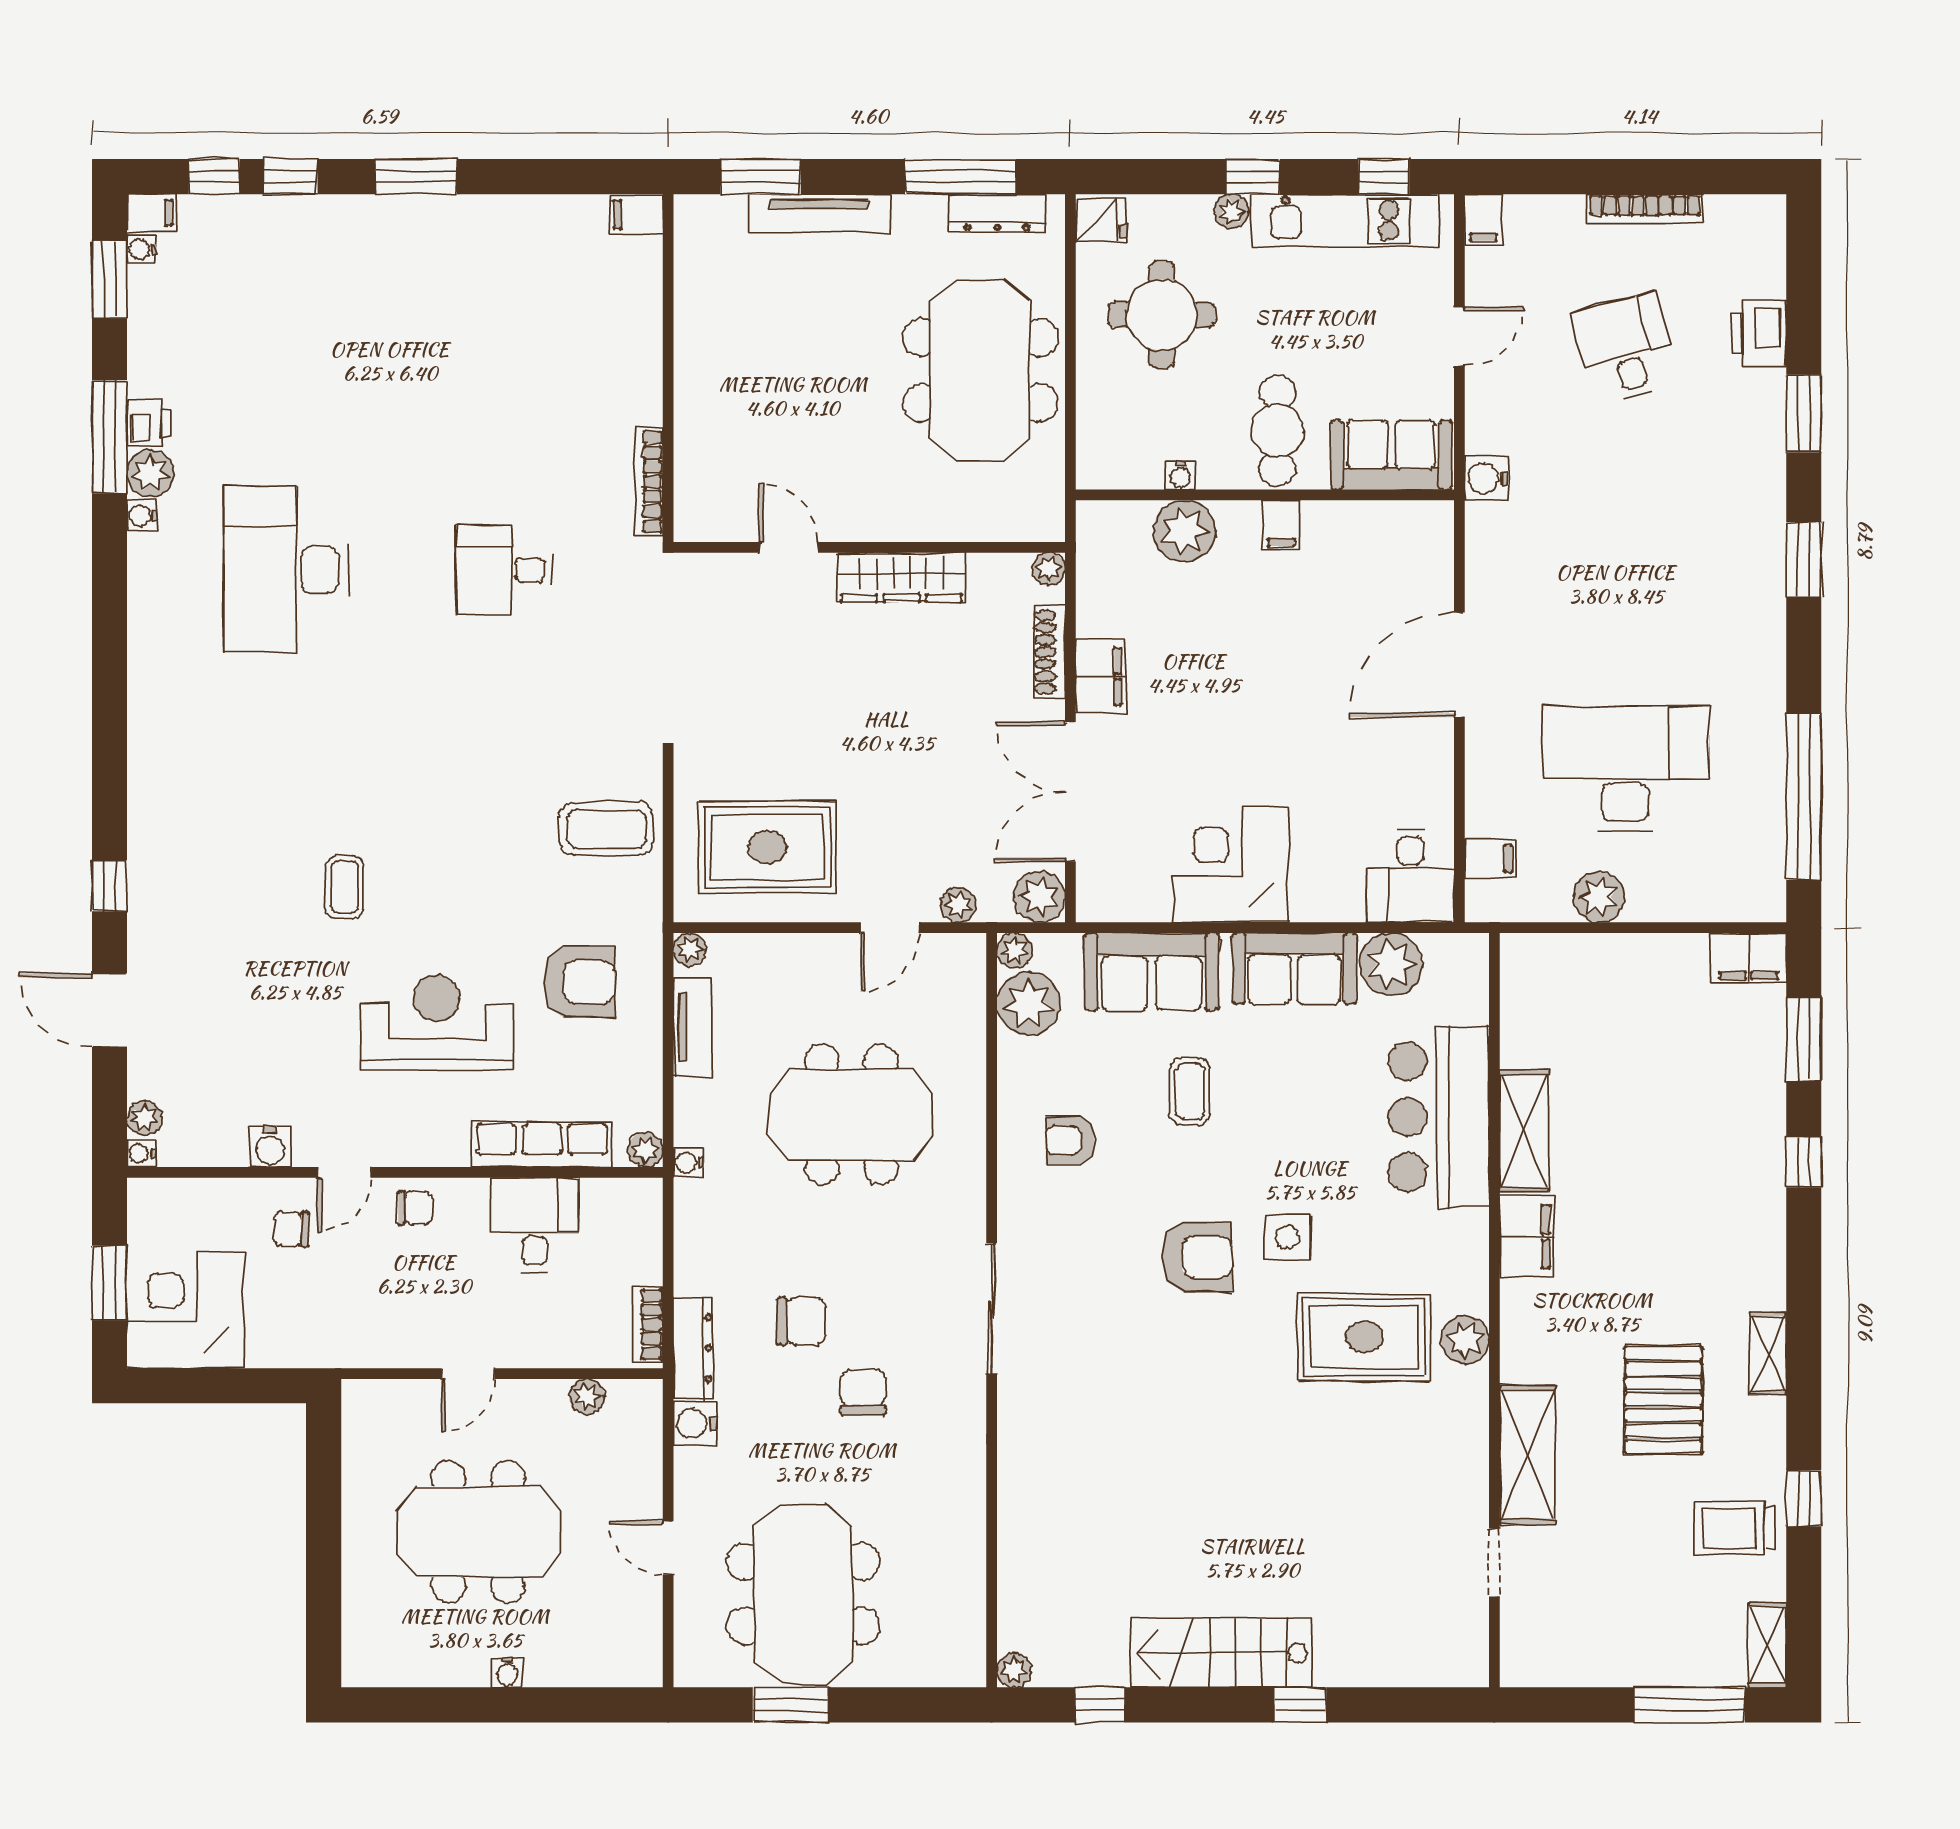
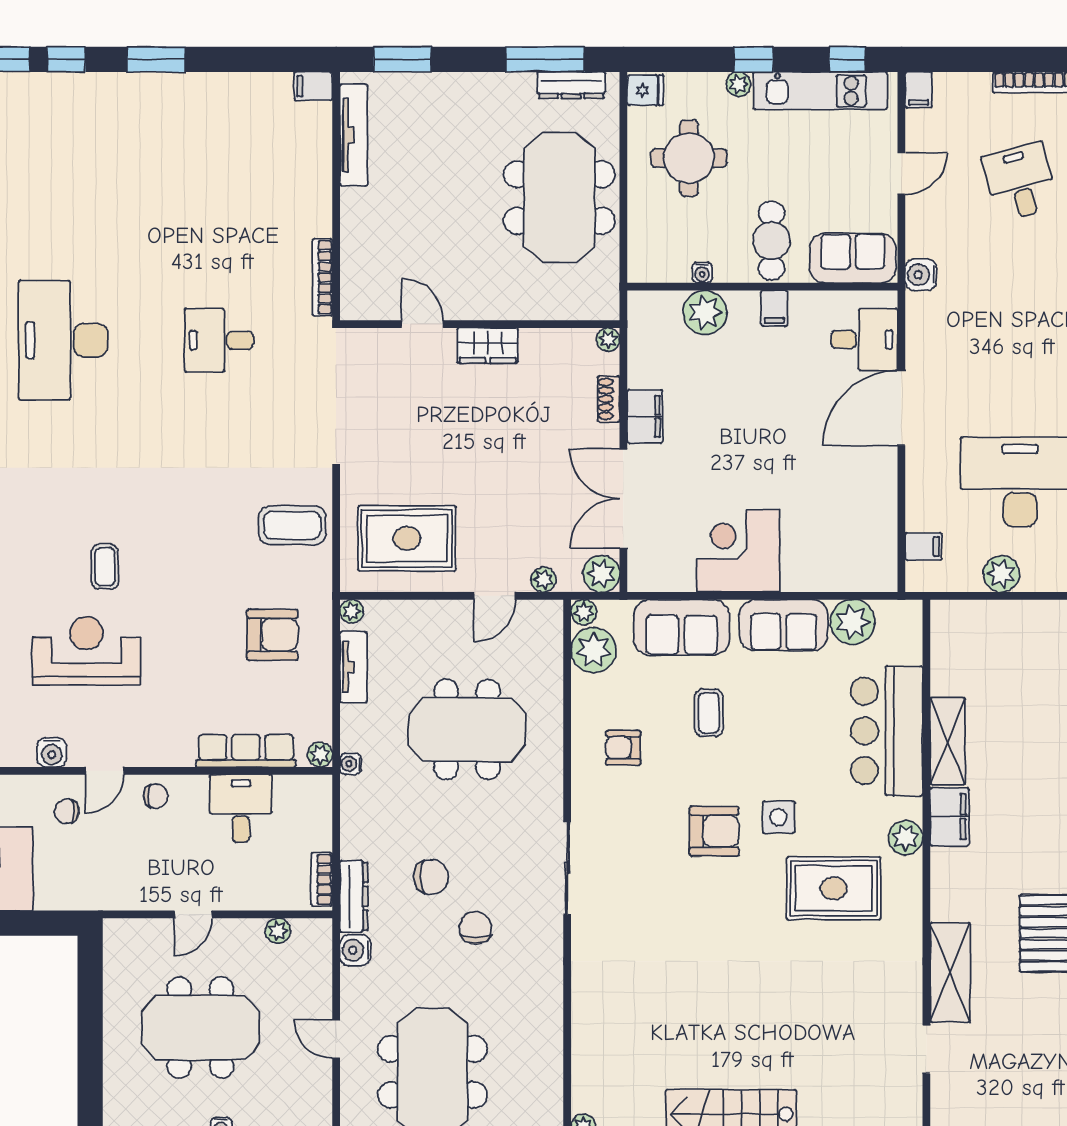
tv unit: (819, 214) -> (354, 135), moved, turned -90
wardrobe: (902, 577) -> (488, 346), width x0.67
shoe rack: (1049, 652) -> (609, 399), width x0.70
desk: (1411, 876) -> (864, 339), moved, turned -90
reception desk: (437, 1023) -> (86, 651), moved
plant: (1465, 1340) -> (906, 838), moved

